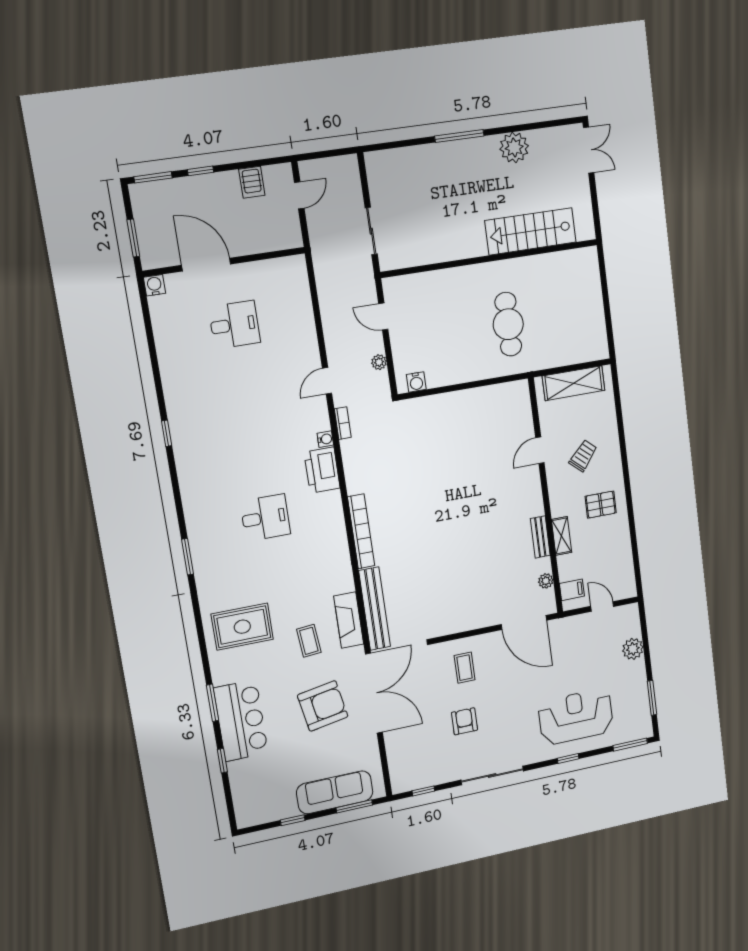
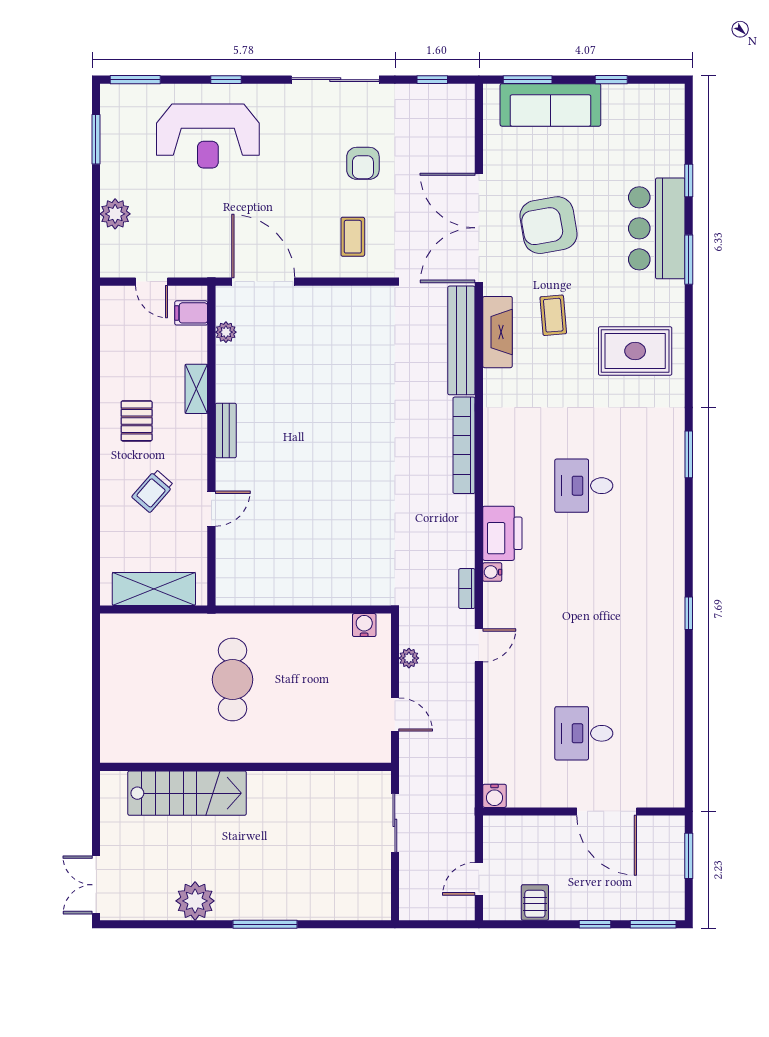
water cooler: (154, 285) -> (494, 796), moved
pallet: (601, 505) -> (137, 421), turned 90
bench: (540, 537) -> (226, 430), moved

